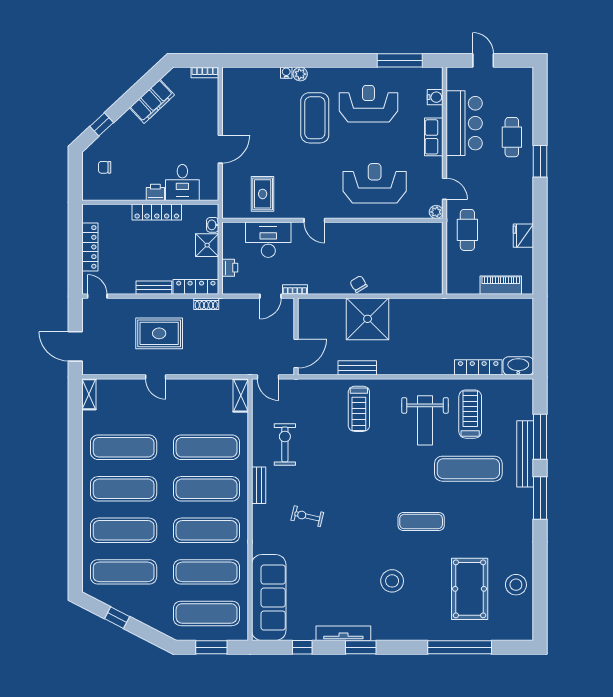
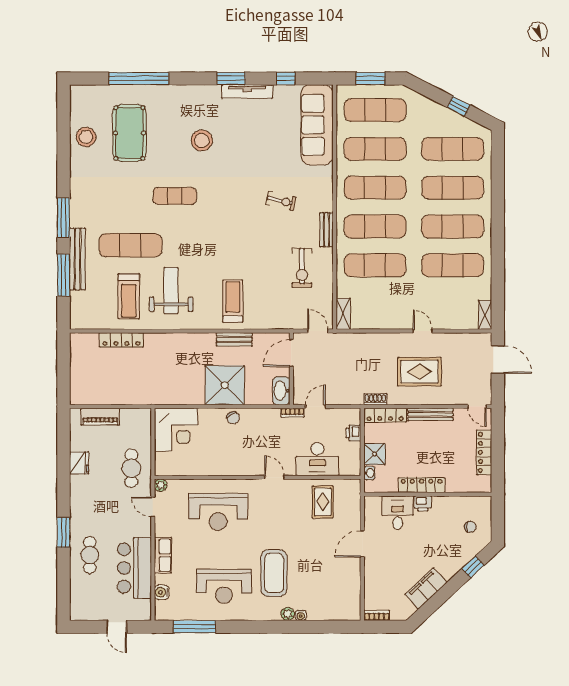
corner desk: (420, 271) -> (176, 430), added
bench: (154, 288) -> (430, 414), width x1.36
washbasin: (518, 366) -> (281, 391), moved, turned 90

